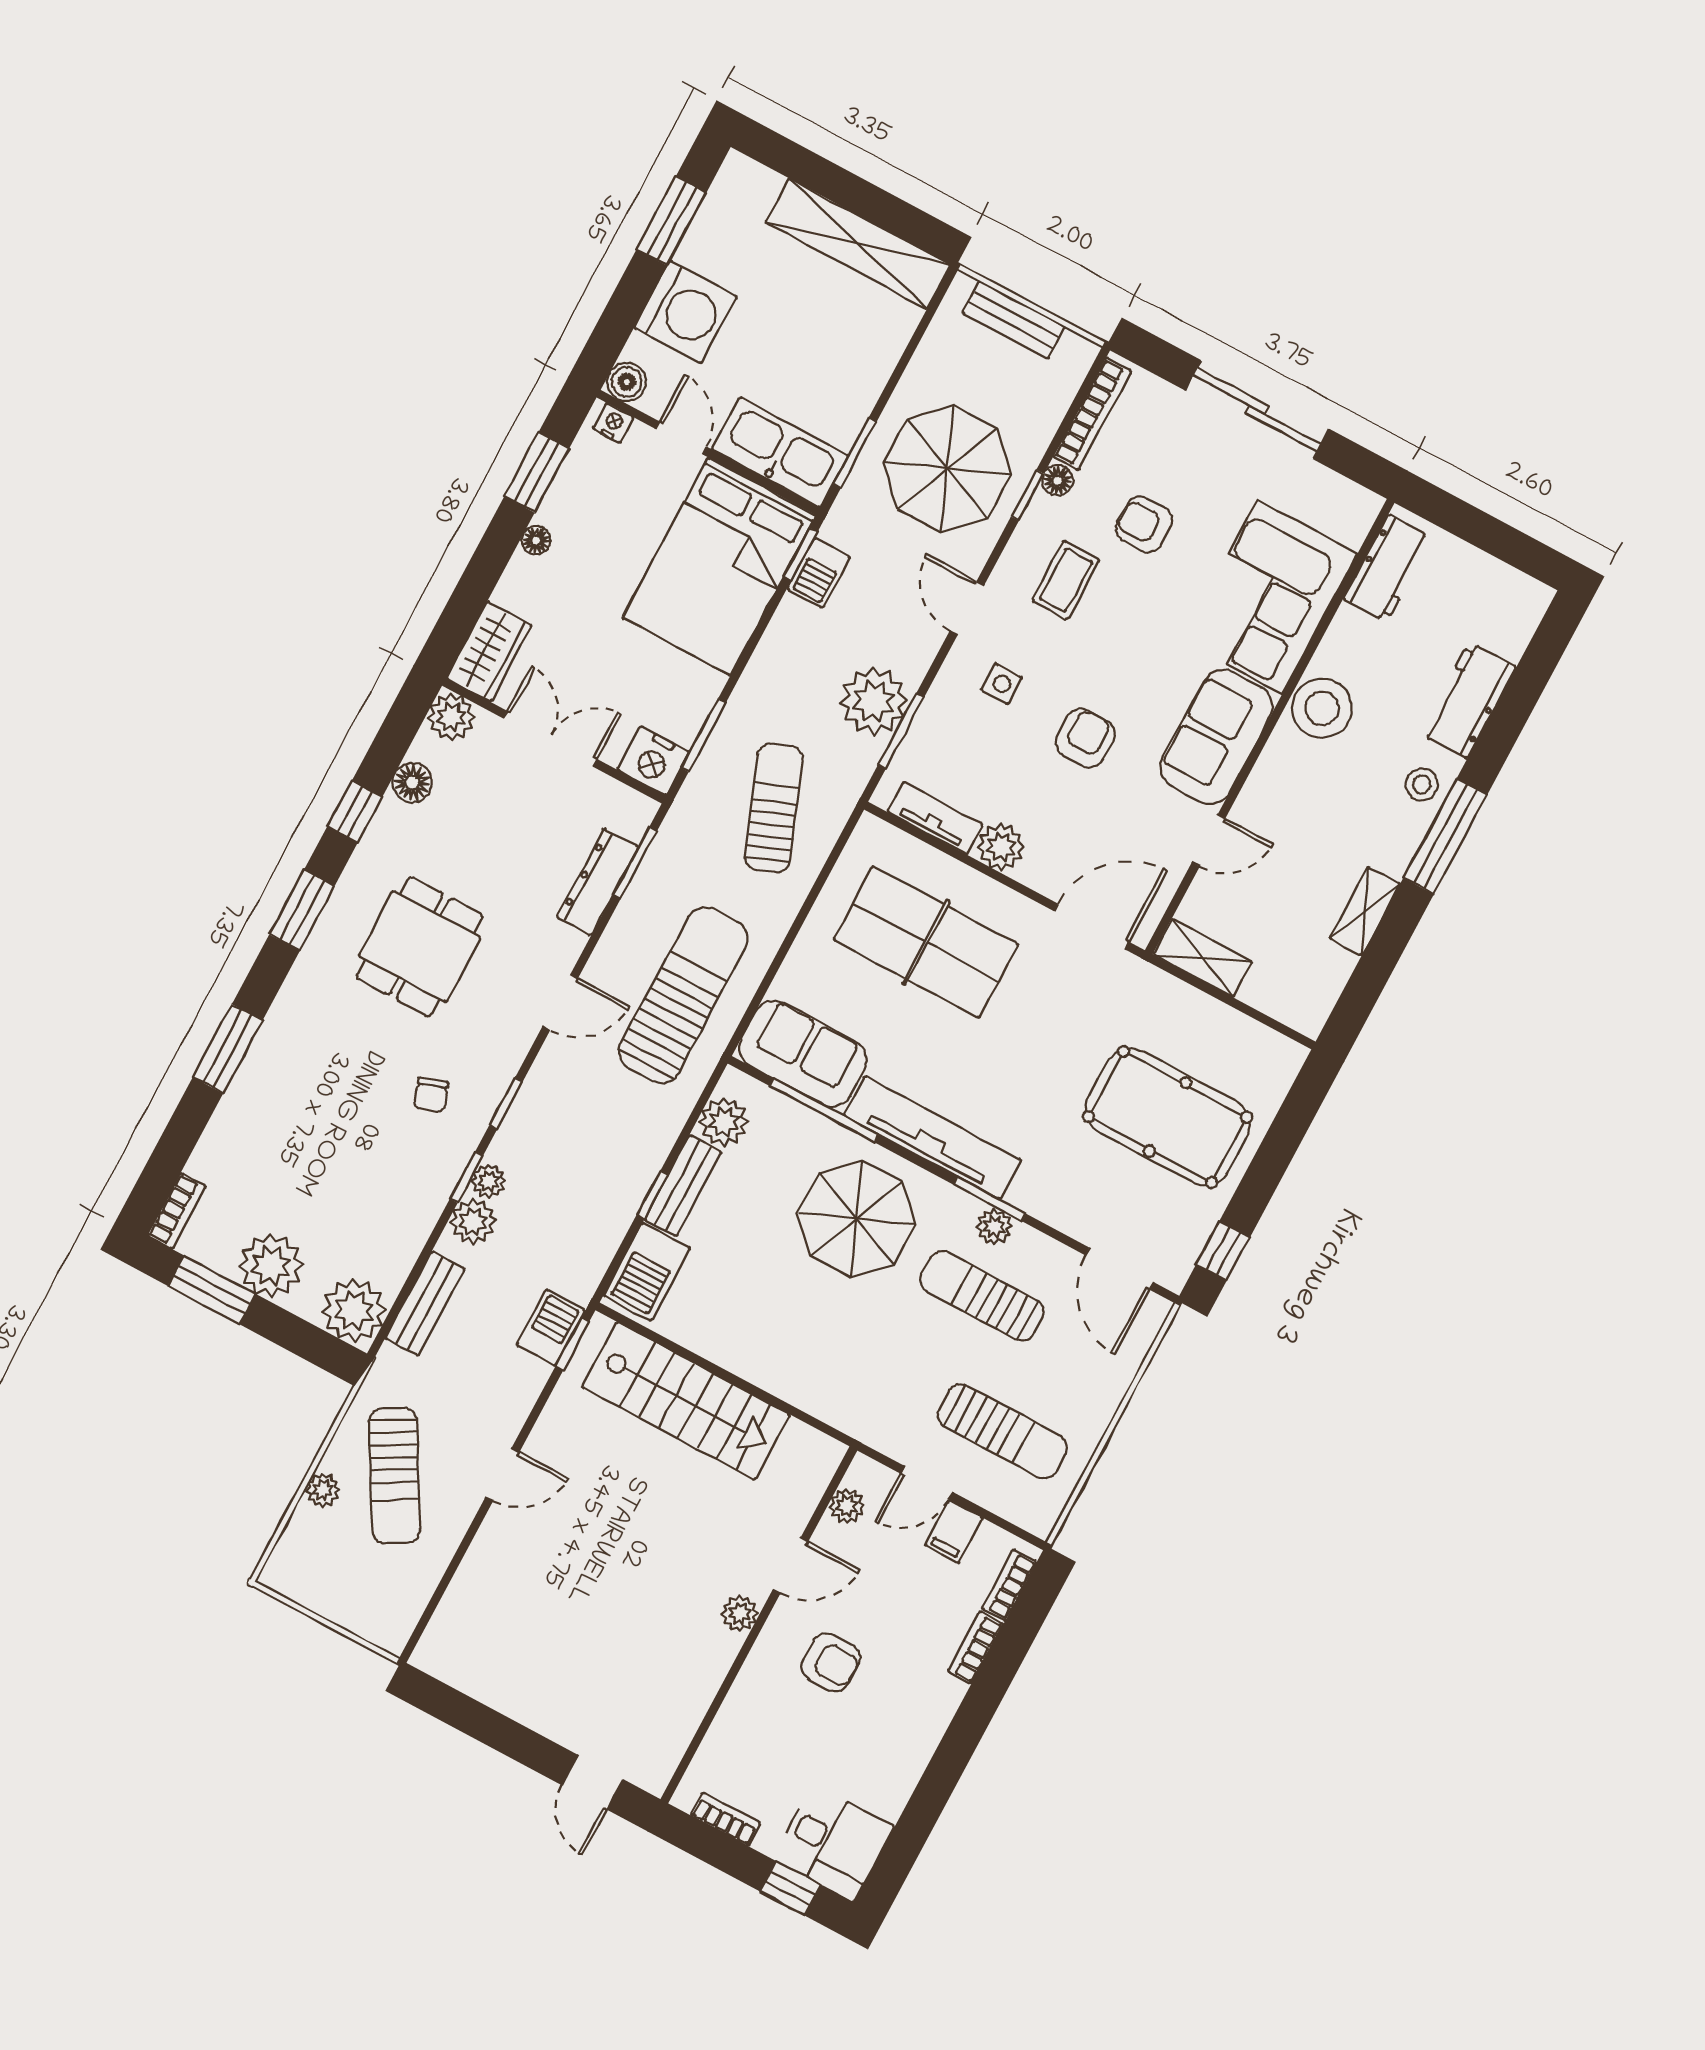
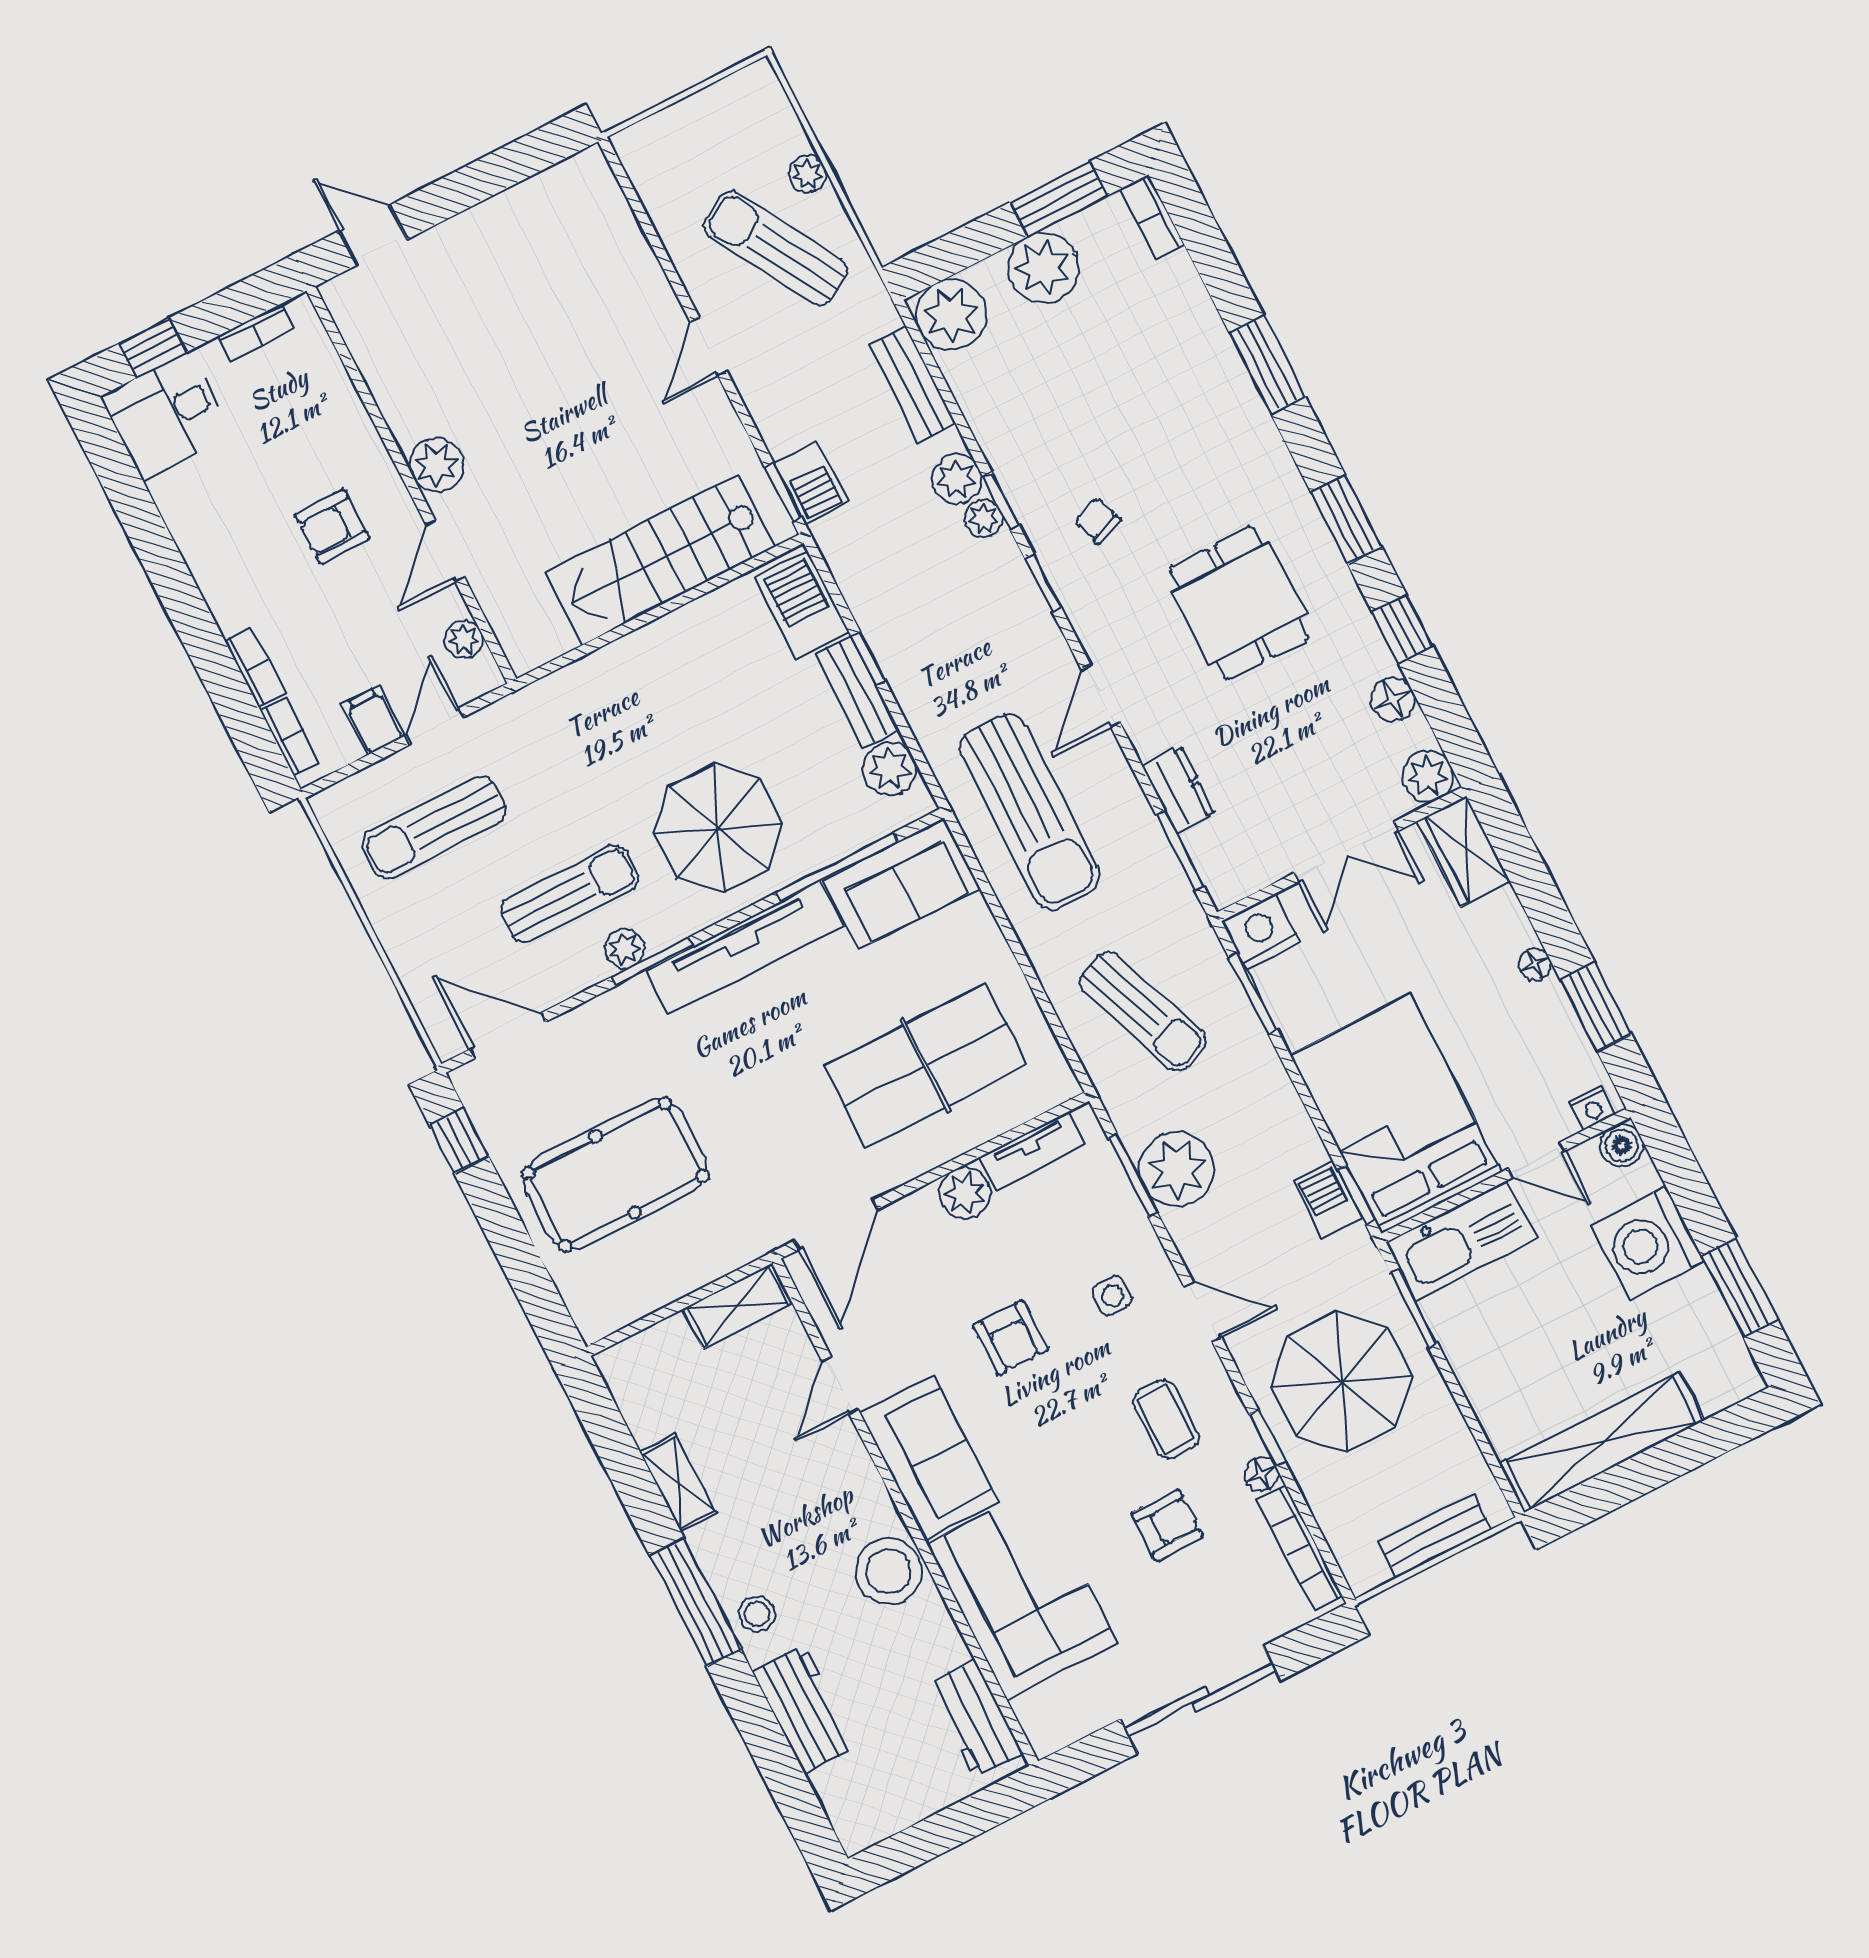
dresser: (598, 882) -> (1179, 790), width x0.70
plant: (740, 1614) -> (437, 465), width x1.38, depth x1.38

